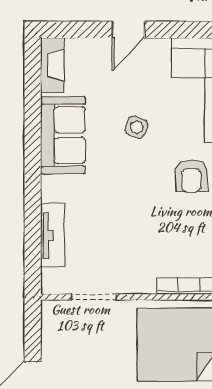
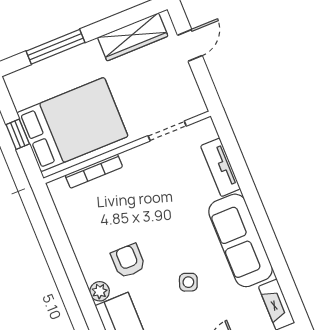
sofa: (63, 135) -> (240, 240), width x1.36

